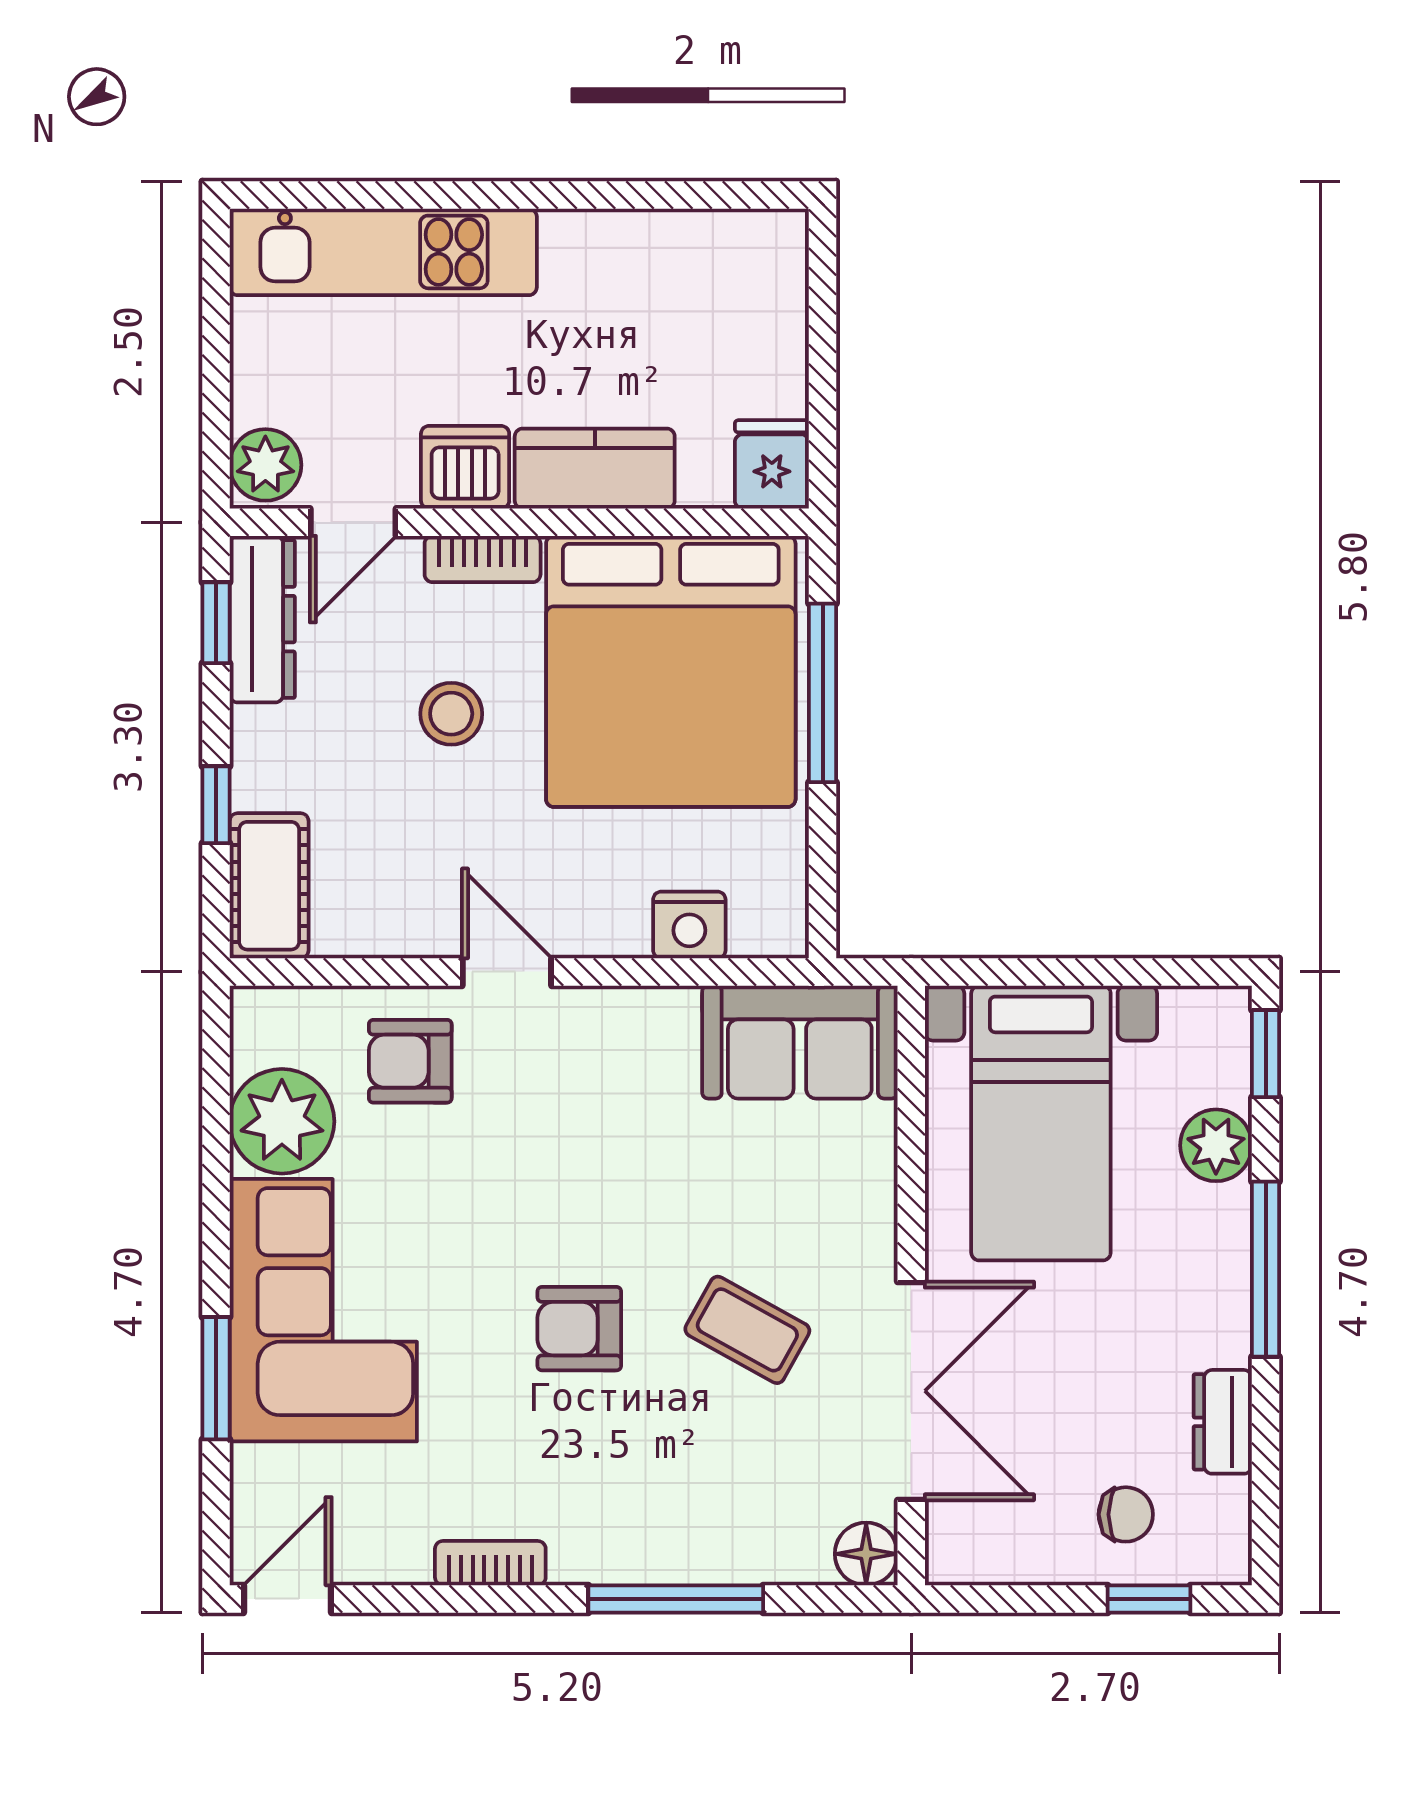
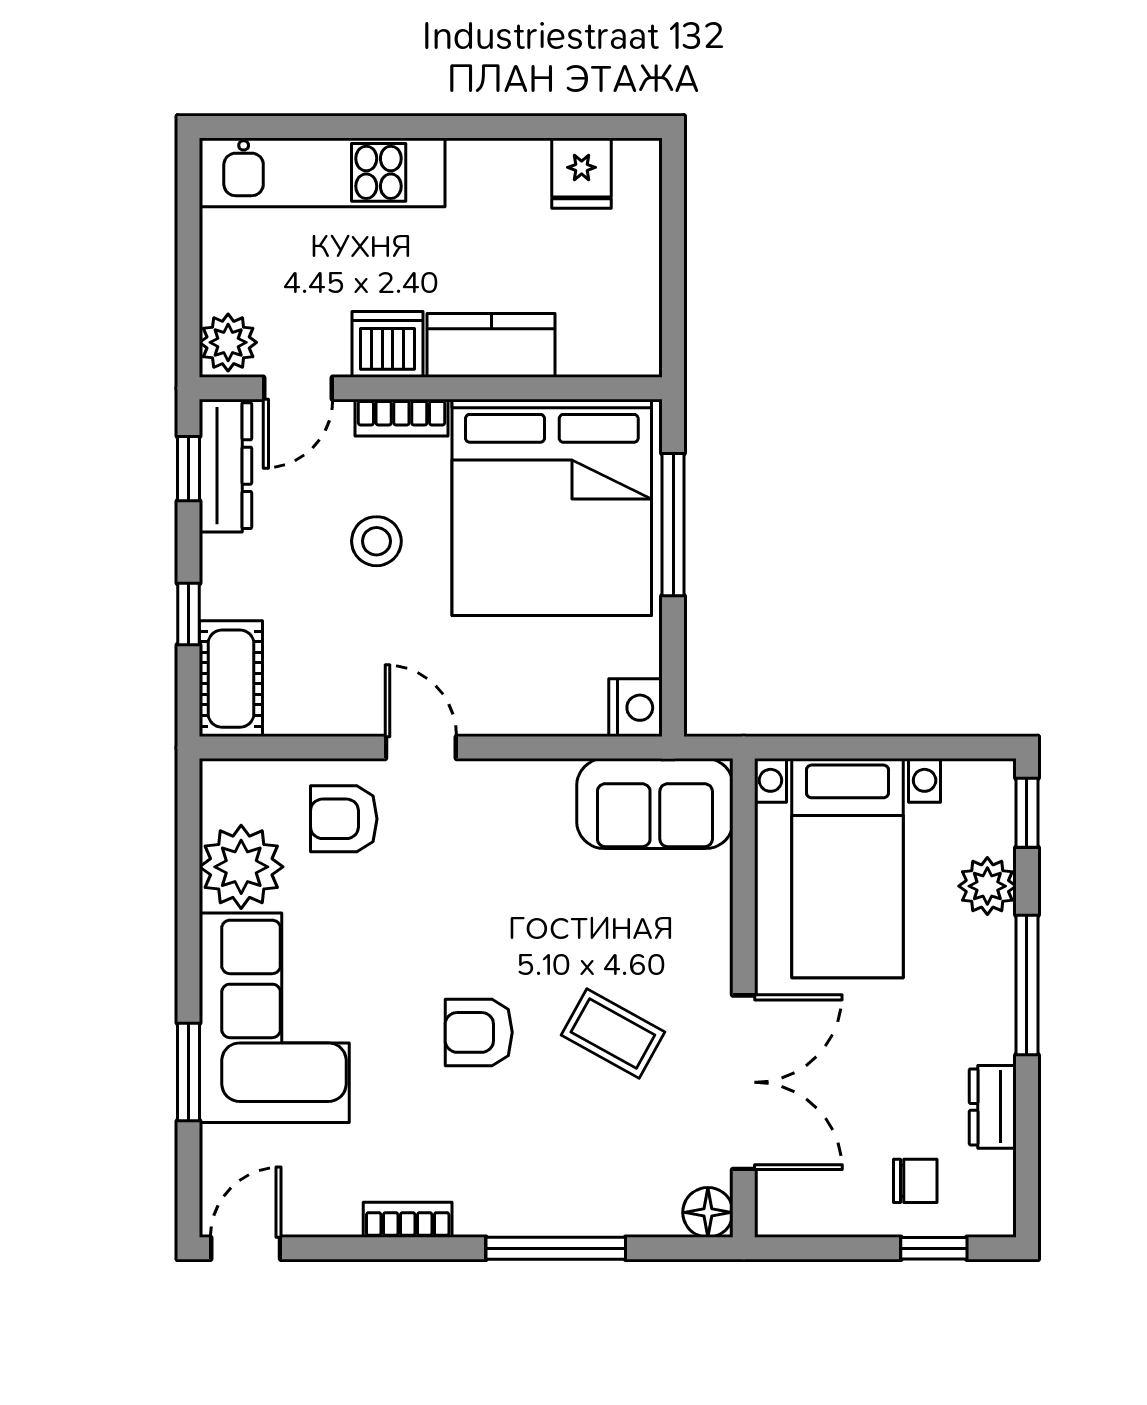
fridge: (772, 464) -> (582, 173), moved, turned 180
nightstand: (689, 925) -> (636, 708), moved, turned -90

